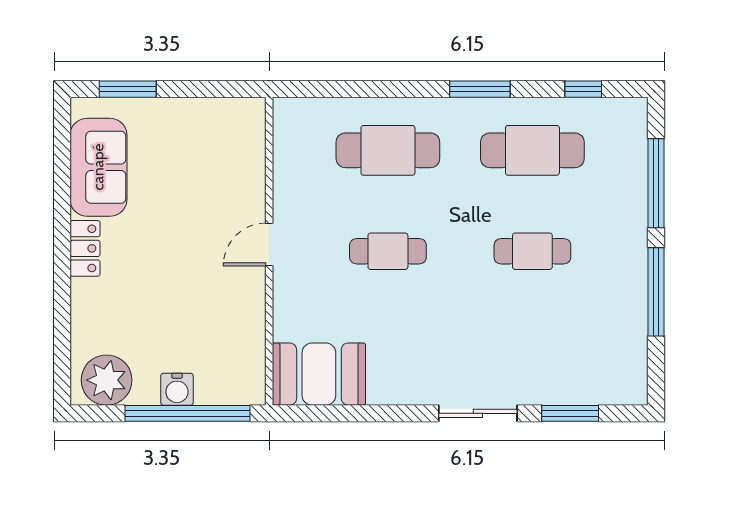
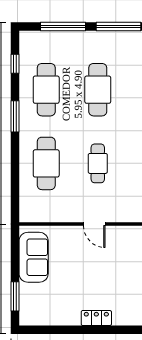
sofa: (98, 167) -> (34, 257), moved, turned 90
cafe table: (532, 251) -> (98, 90), width x1.37, depth x1.35

